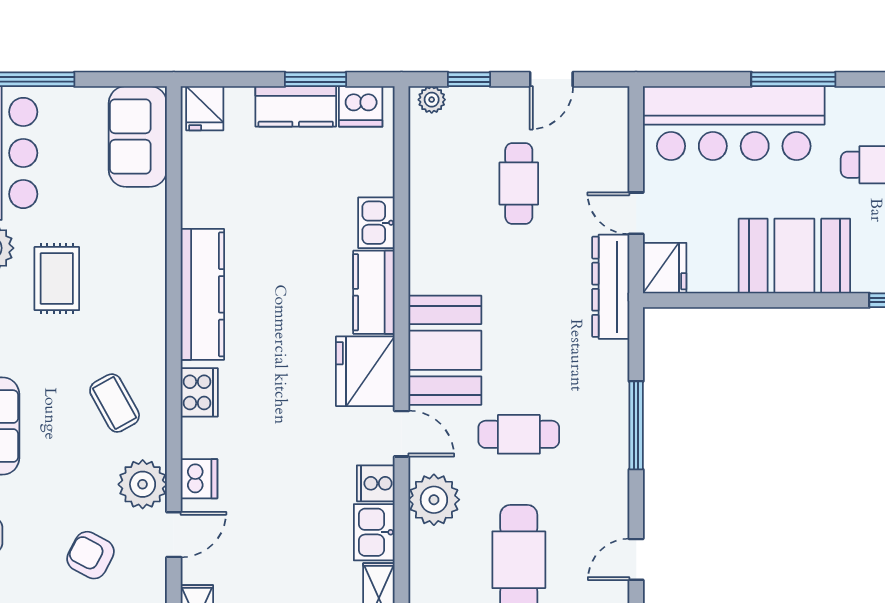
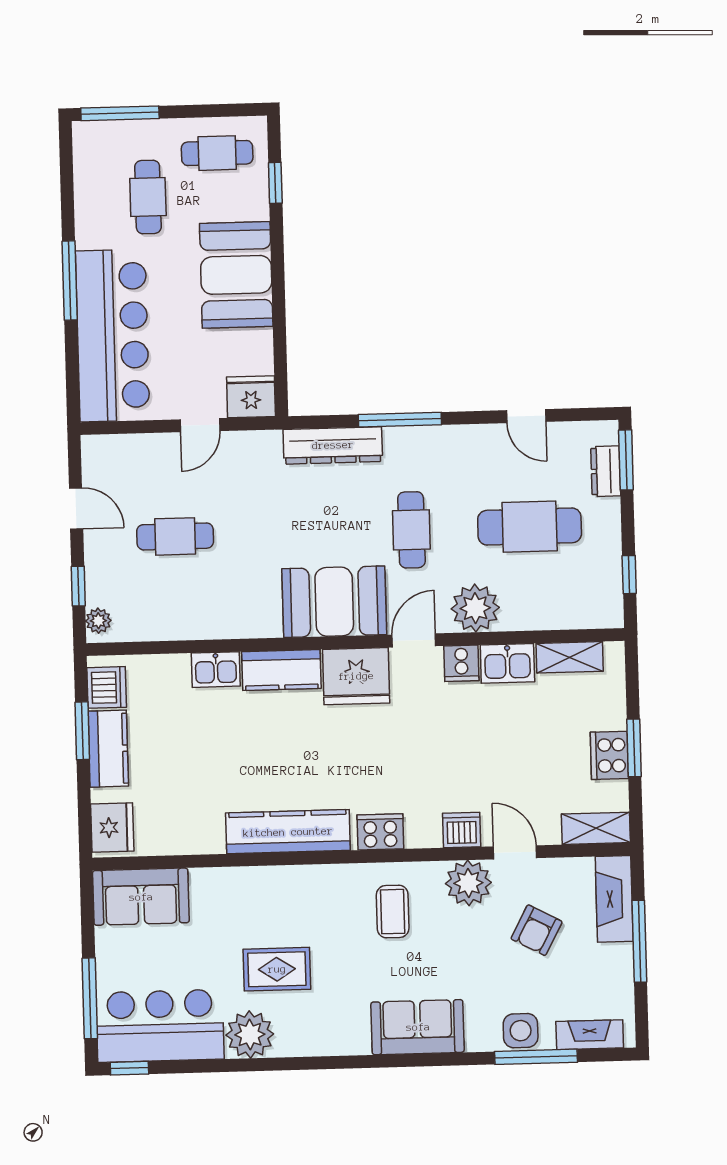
fridge: (205, 108) -> (112, 828), width x1.38
dresser: (611, 287) -> (333, 445), moved
coffee table: (115, 403) -> (393, 912), turned -61

